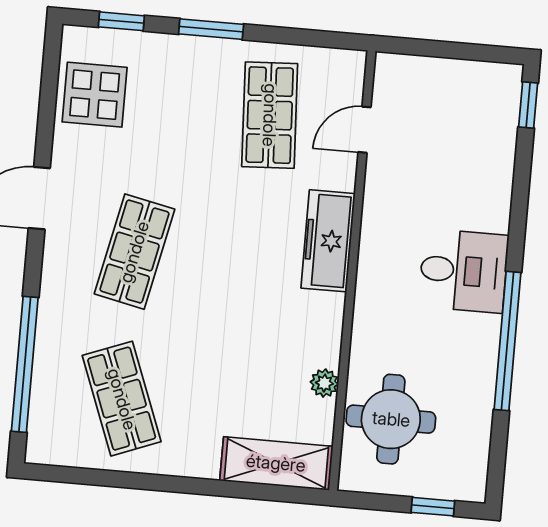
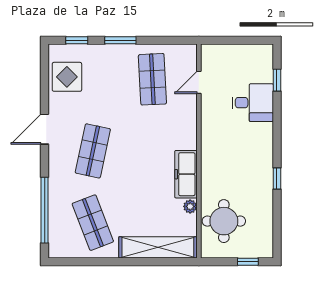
window: (528, 105) -> (277, 80), moved
freezer: (328, 241) -> (186, 174), moved
desk: (464, 271) -> (253, 103), moved
window: (507, 341) -> (277, 178), width x0.32
shelving: (276, 463) -> (158, 247), width x1.47

